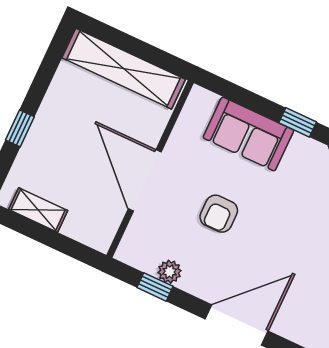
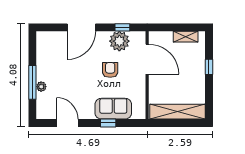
window: (298, 122) -> (108, 123), moved
door: (145, 180) -> (147, 59), moved
plant: (170, 272) -> (119, 41), width x1.87, depth x1.87

